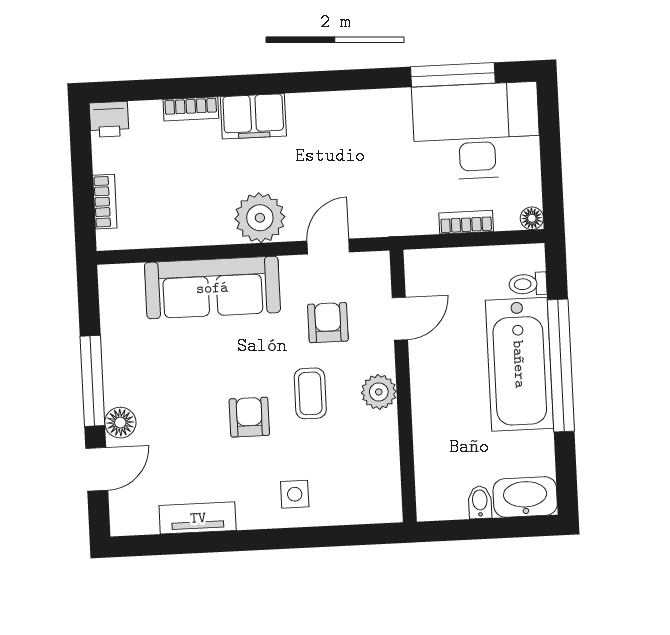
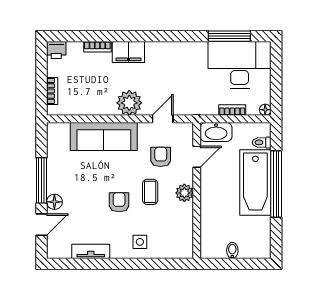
washbasin: (525, 497) -> (216, 132), moved, turned 180

